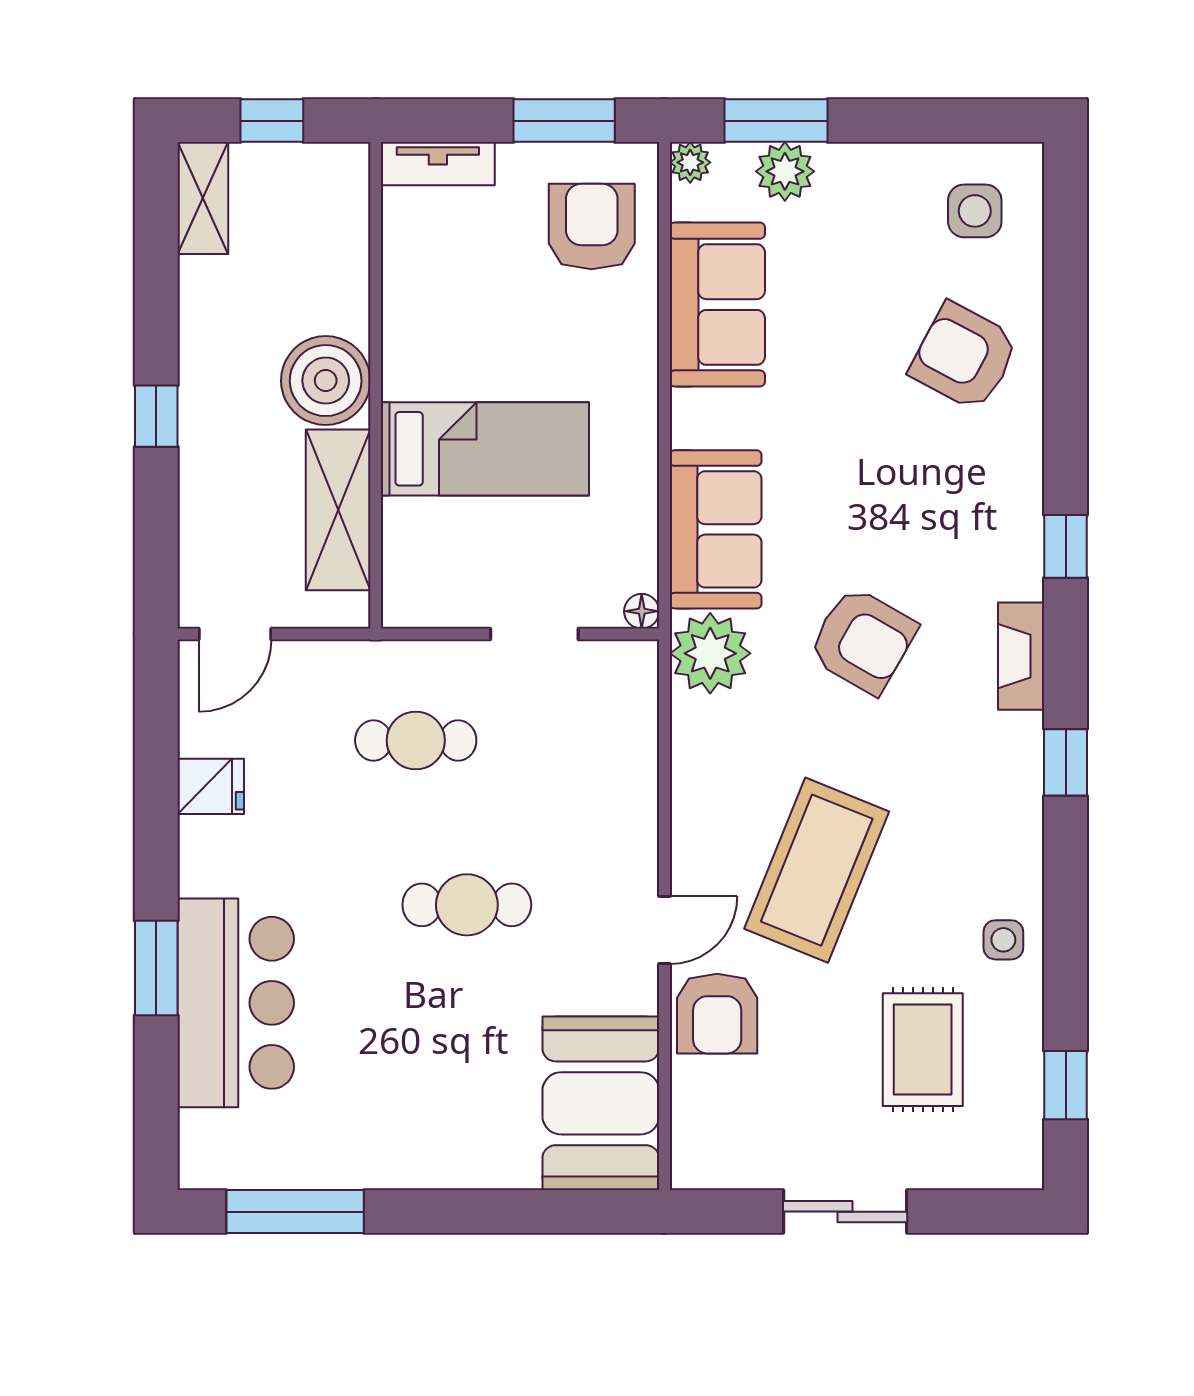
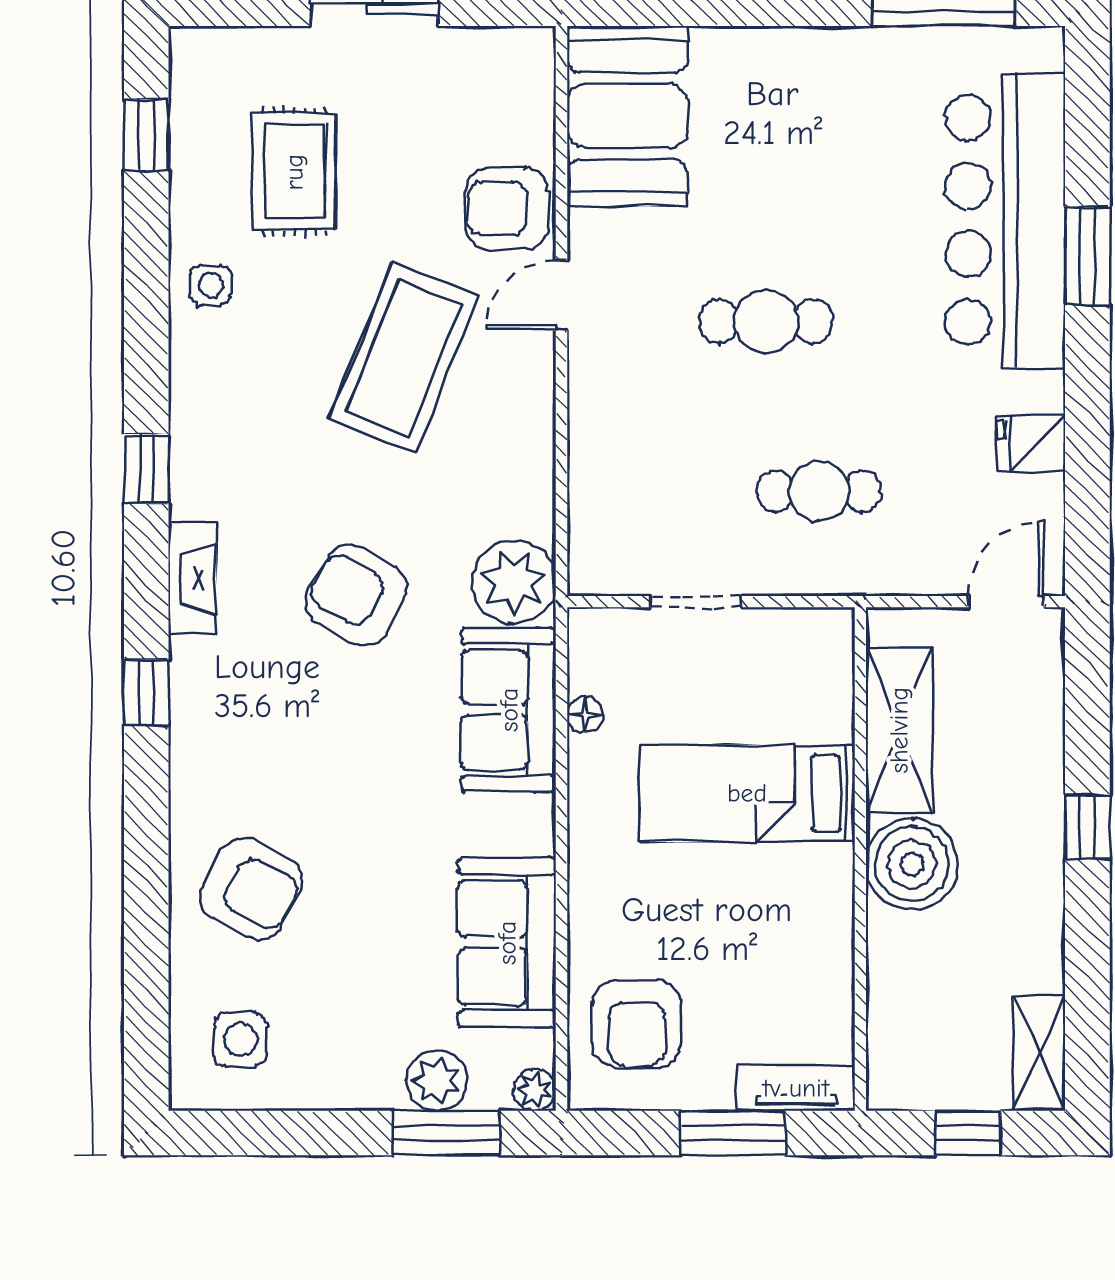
window: (564, 121) -> (733, 1133), moved
floor lamp: (642, 611) -> (585, 715), moved
bar counter: (236, 1003) -> (1005, 220), width x1.36
armchair: (717, 1014) -> (507, 209), turned -90

